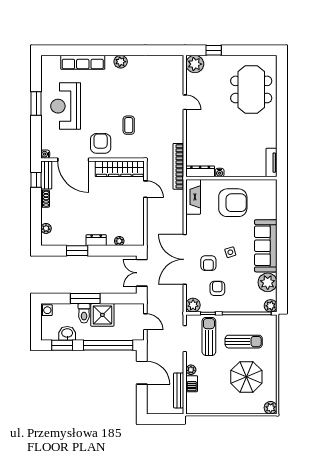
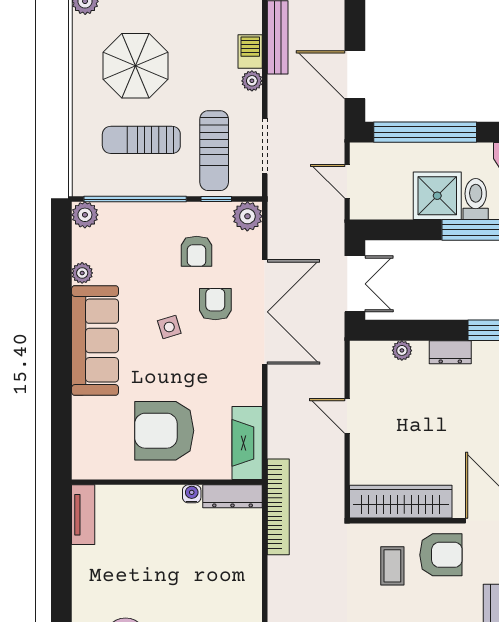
coffee table: (129, 125) -> (392, 566), moved
armchair: (101, 143) -> (441, 555), turned -90
door: (145, 189) -> (347, 416), moved
plant: (268, 282) -> (82, 273), width x0.53, depth x0.53

